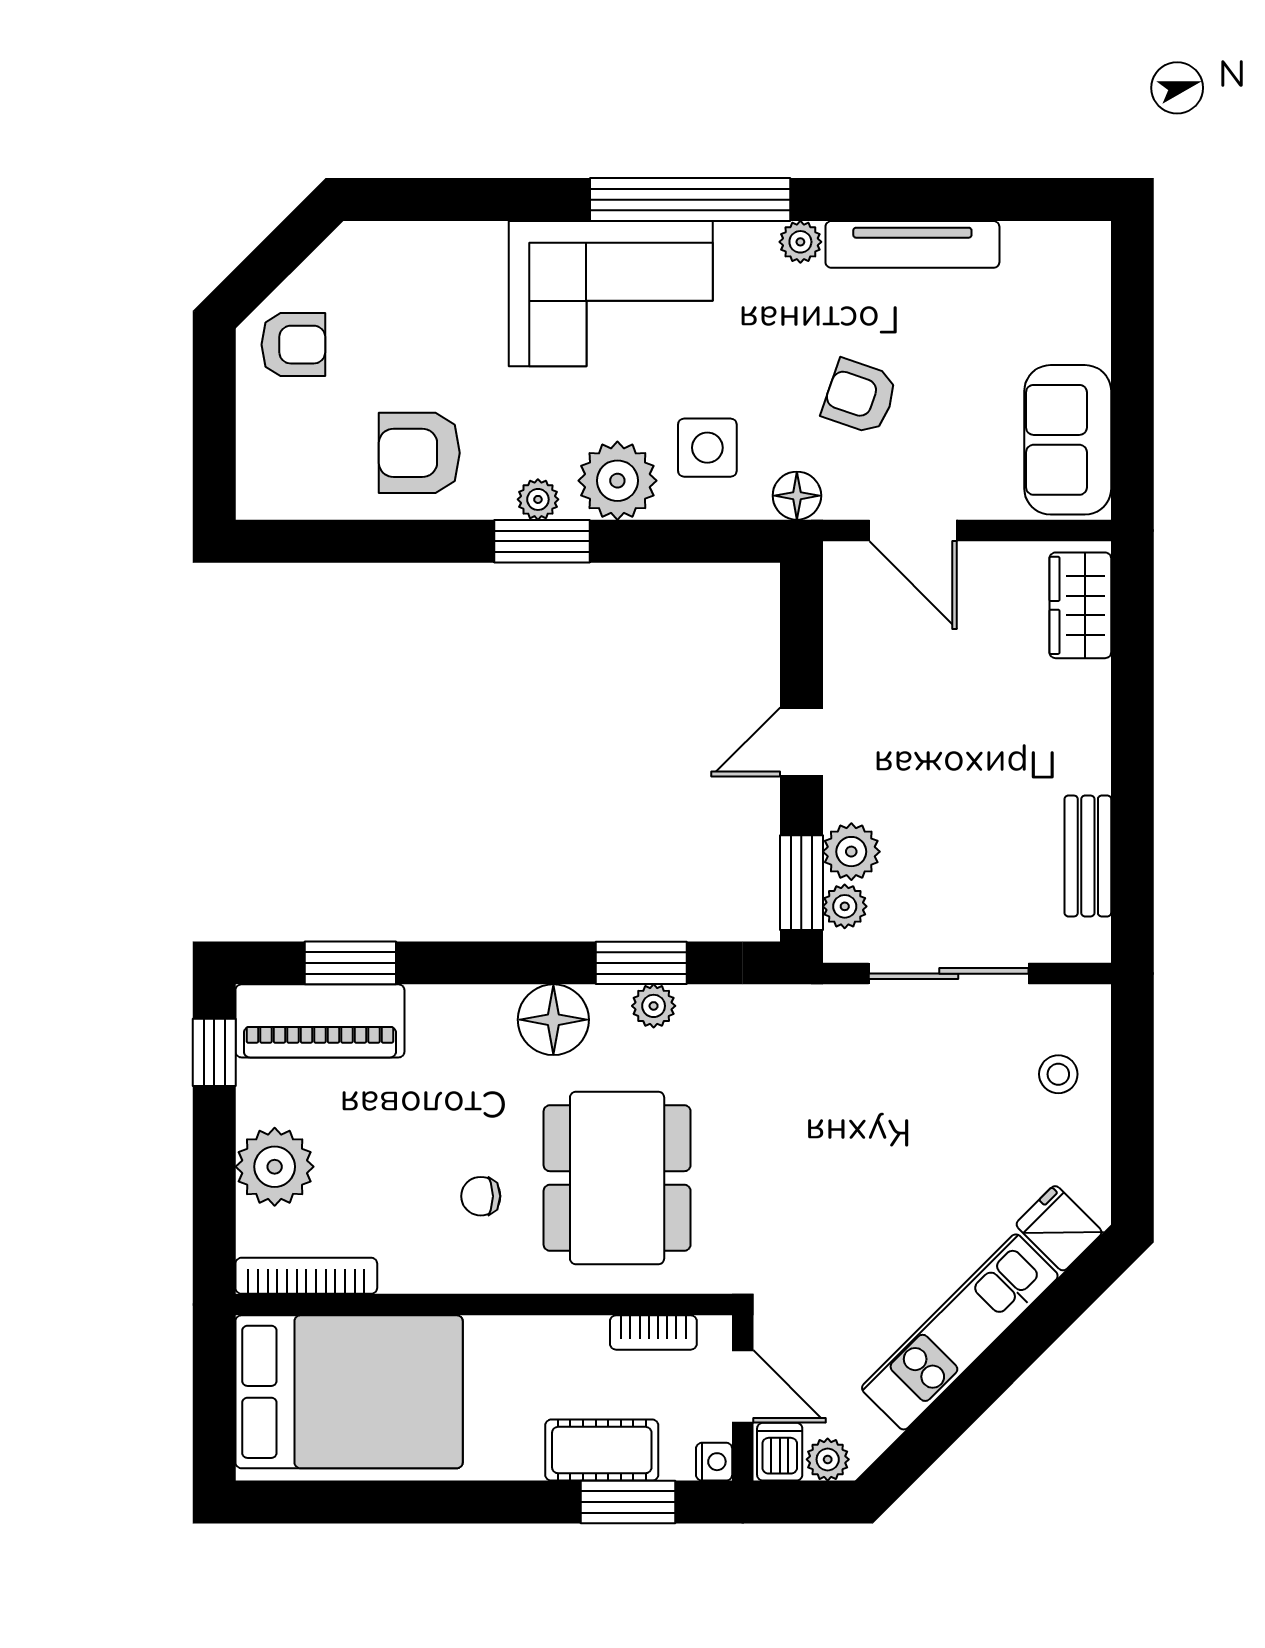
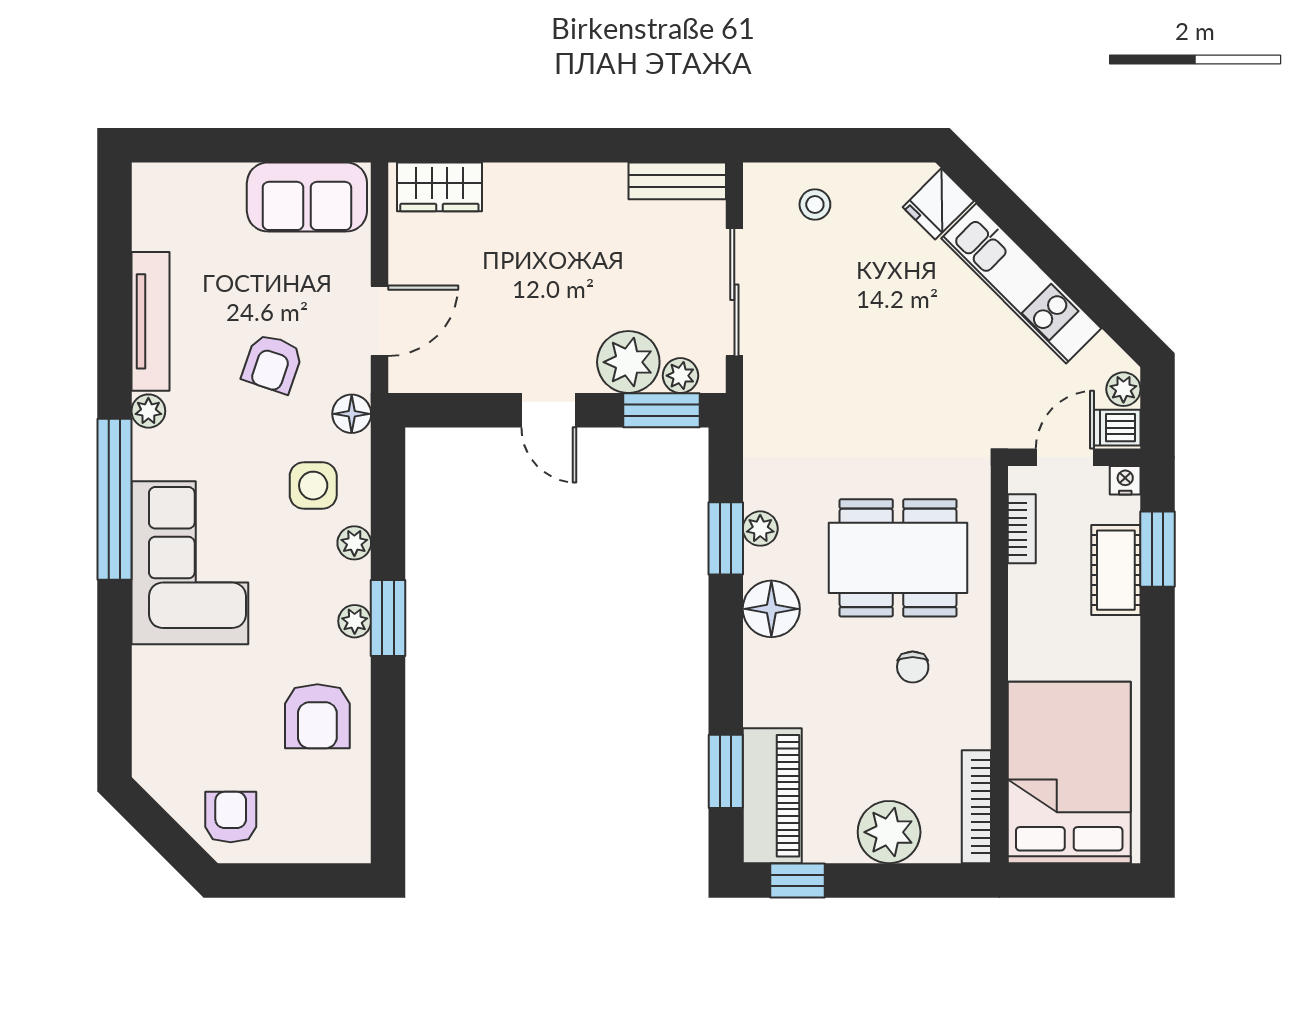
plant: (617, 481) -> (354, 543), width x0.53, depth x0.53
plant: (851, 852) -> (628, 362), width x1.36, depth x1.36
bench: (1088, 856) -> (677, 181), moved

